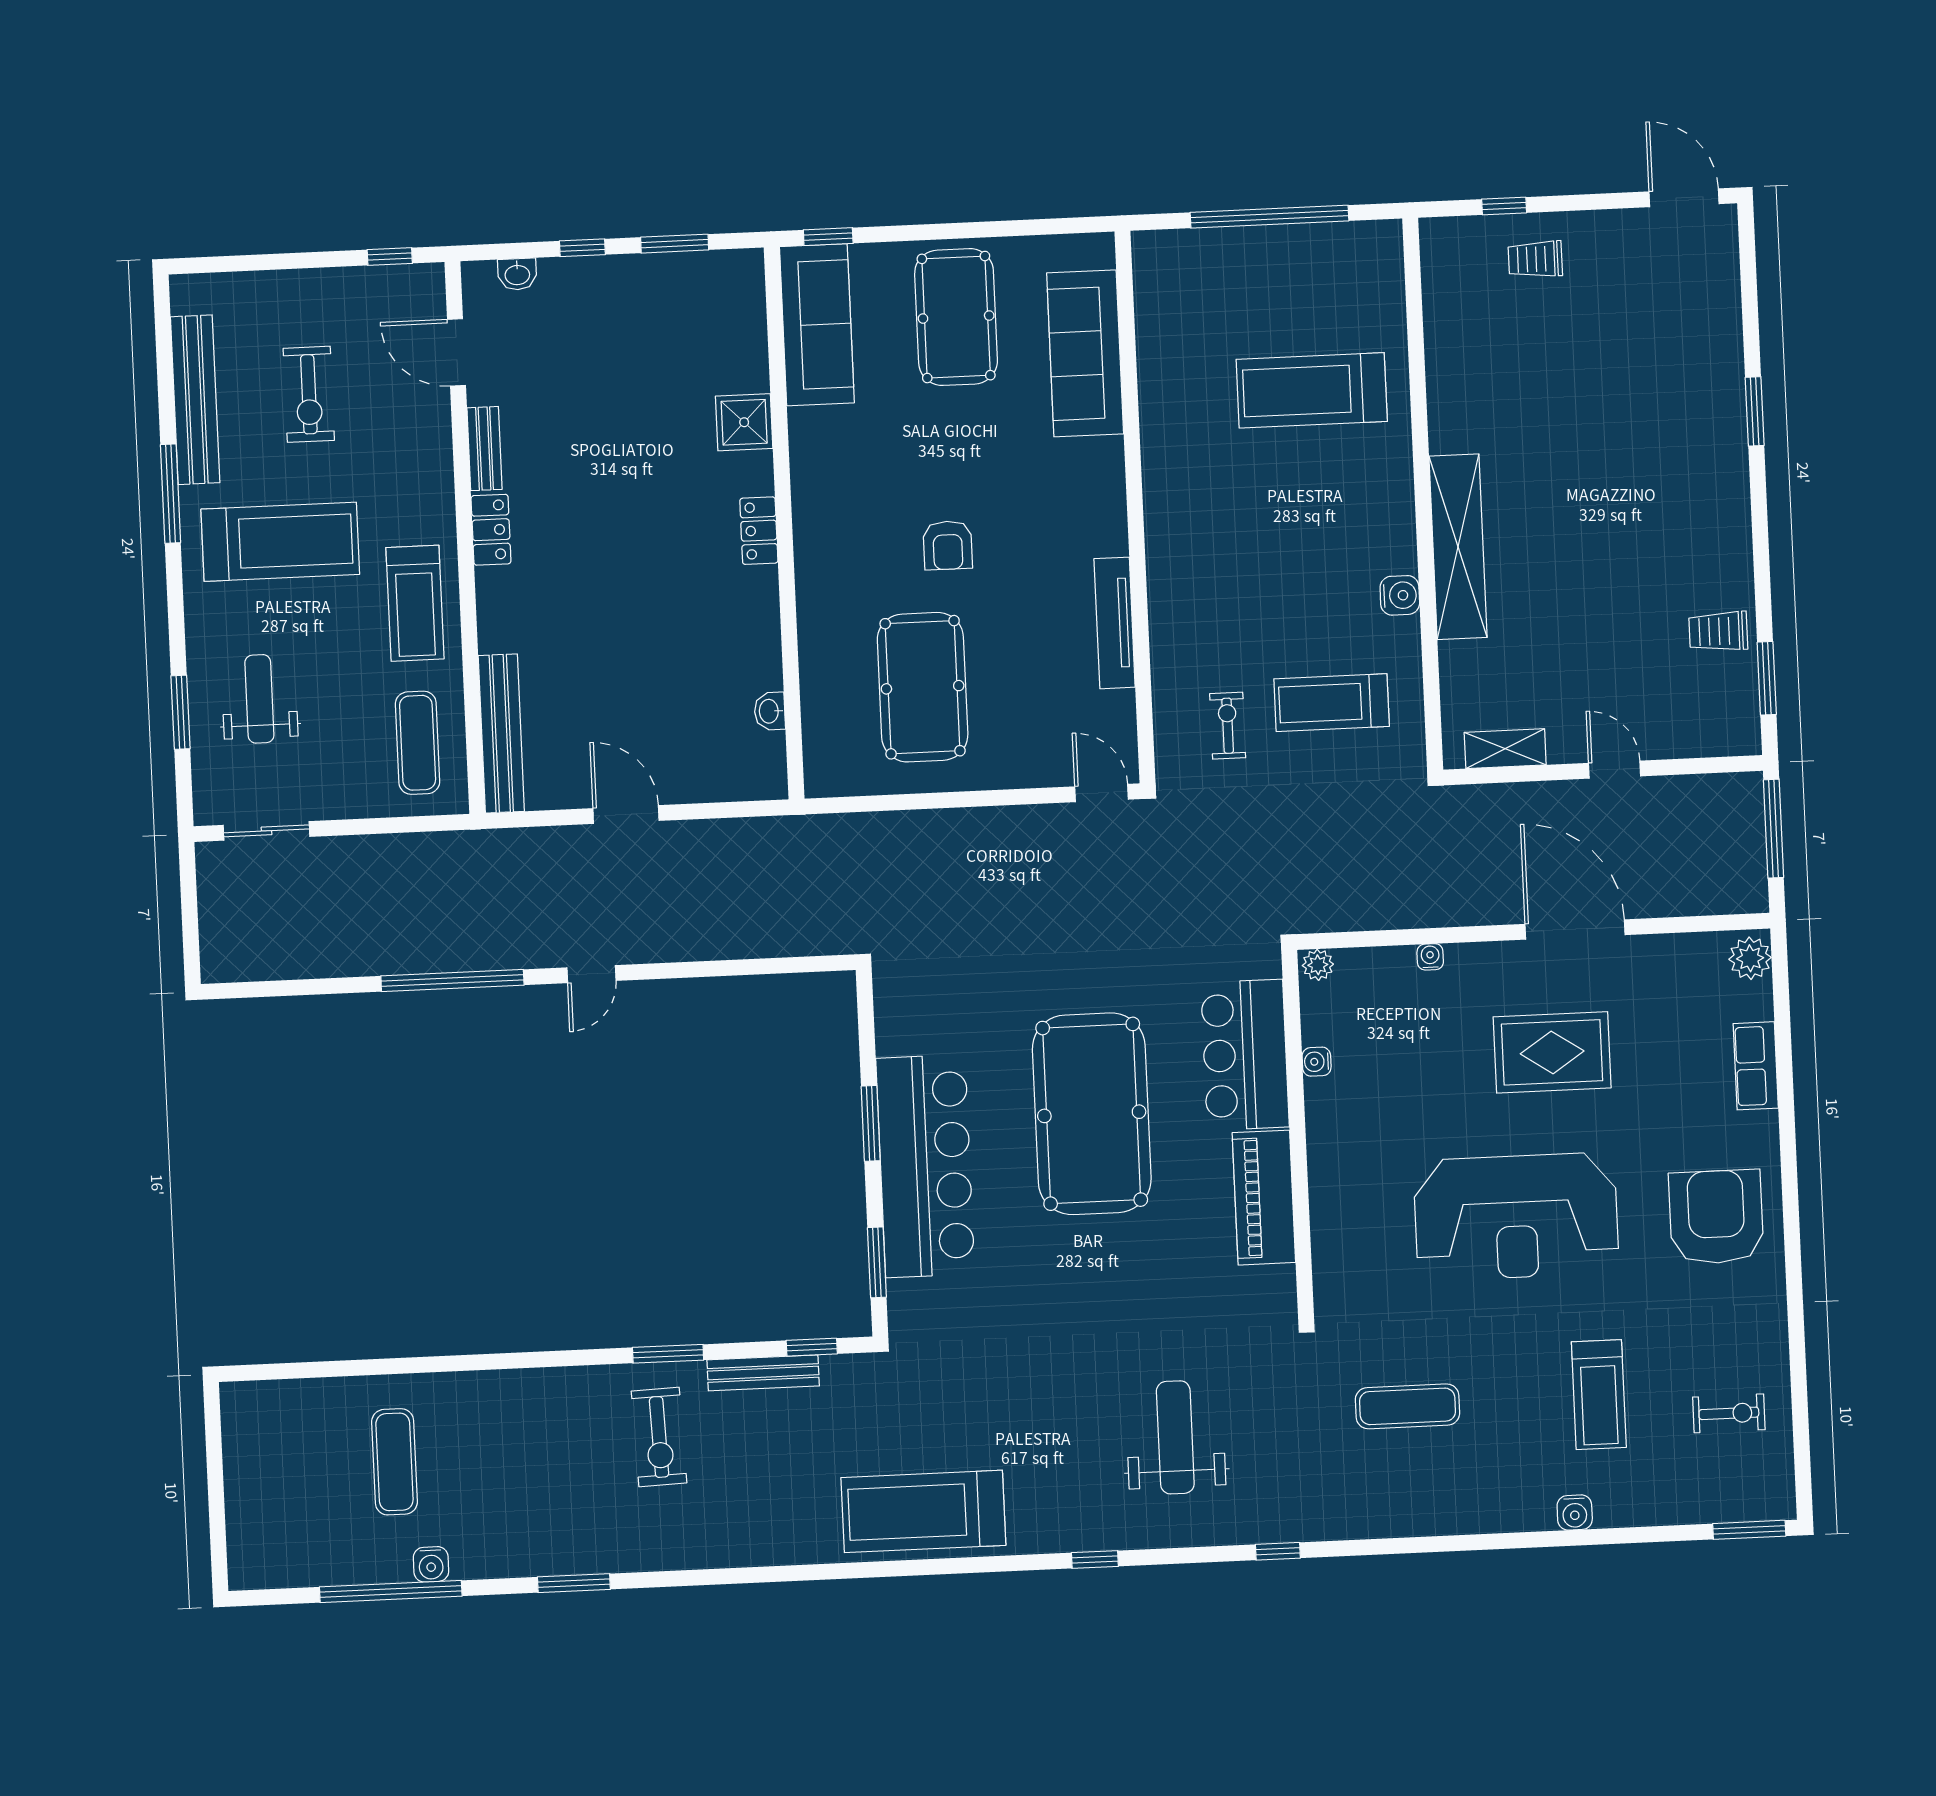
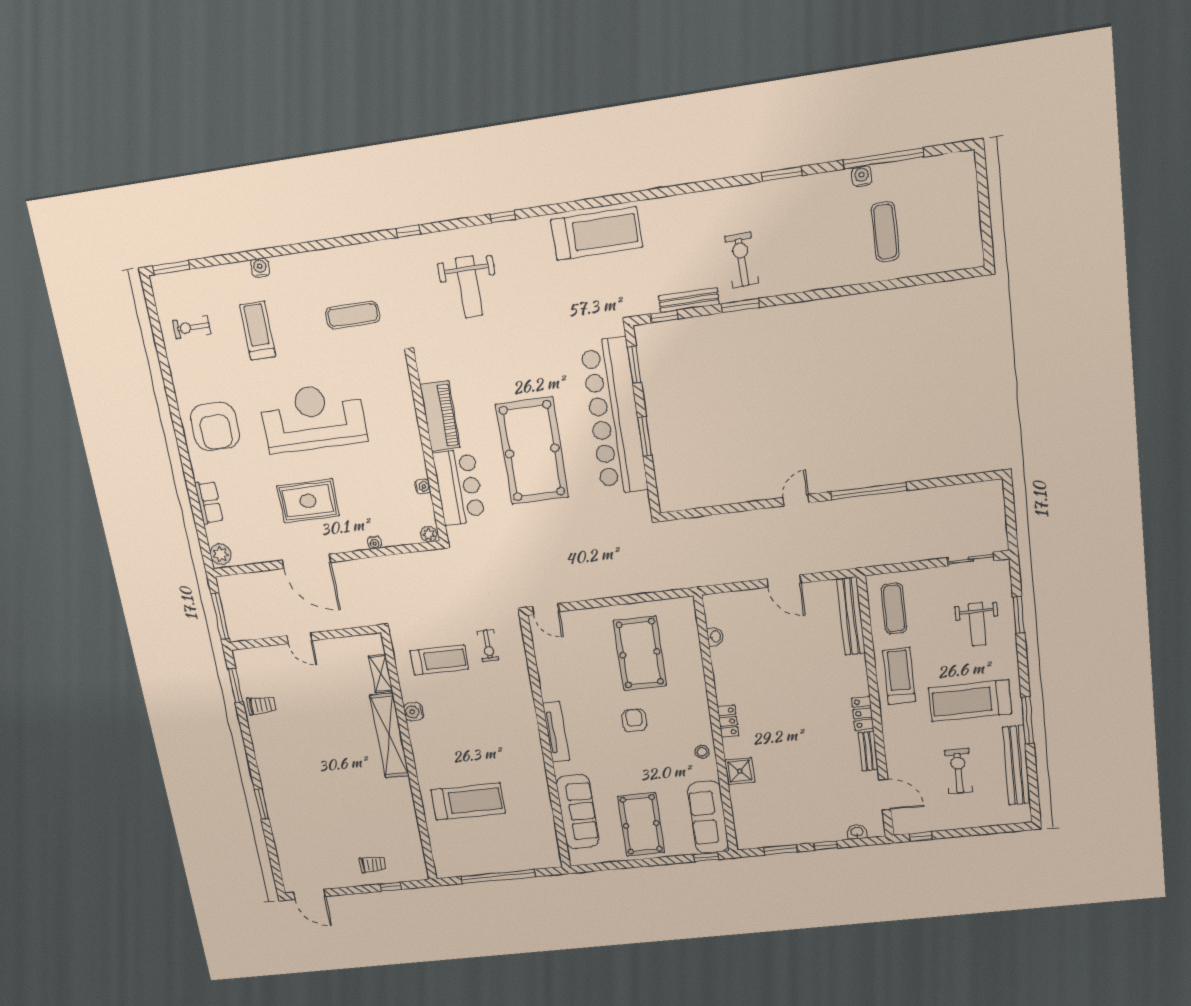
stool: (817, 469) -> (702, 752), added
tv unit: (1115, 623) -> (556, 732), moved
shelving: (1505, 749) -> (381, 674), moved, turned 90
bar counter: (925, 1166) -> (614, 417), width x1.36

